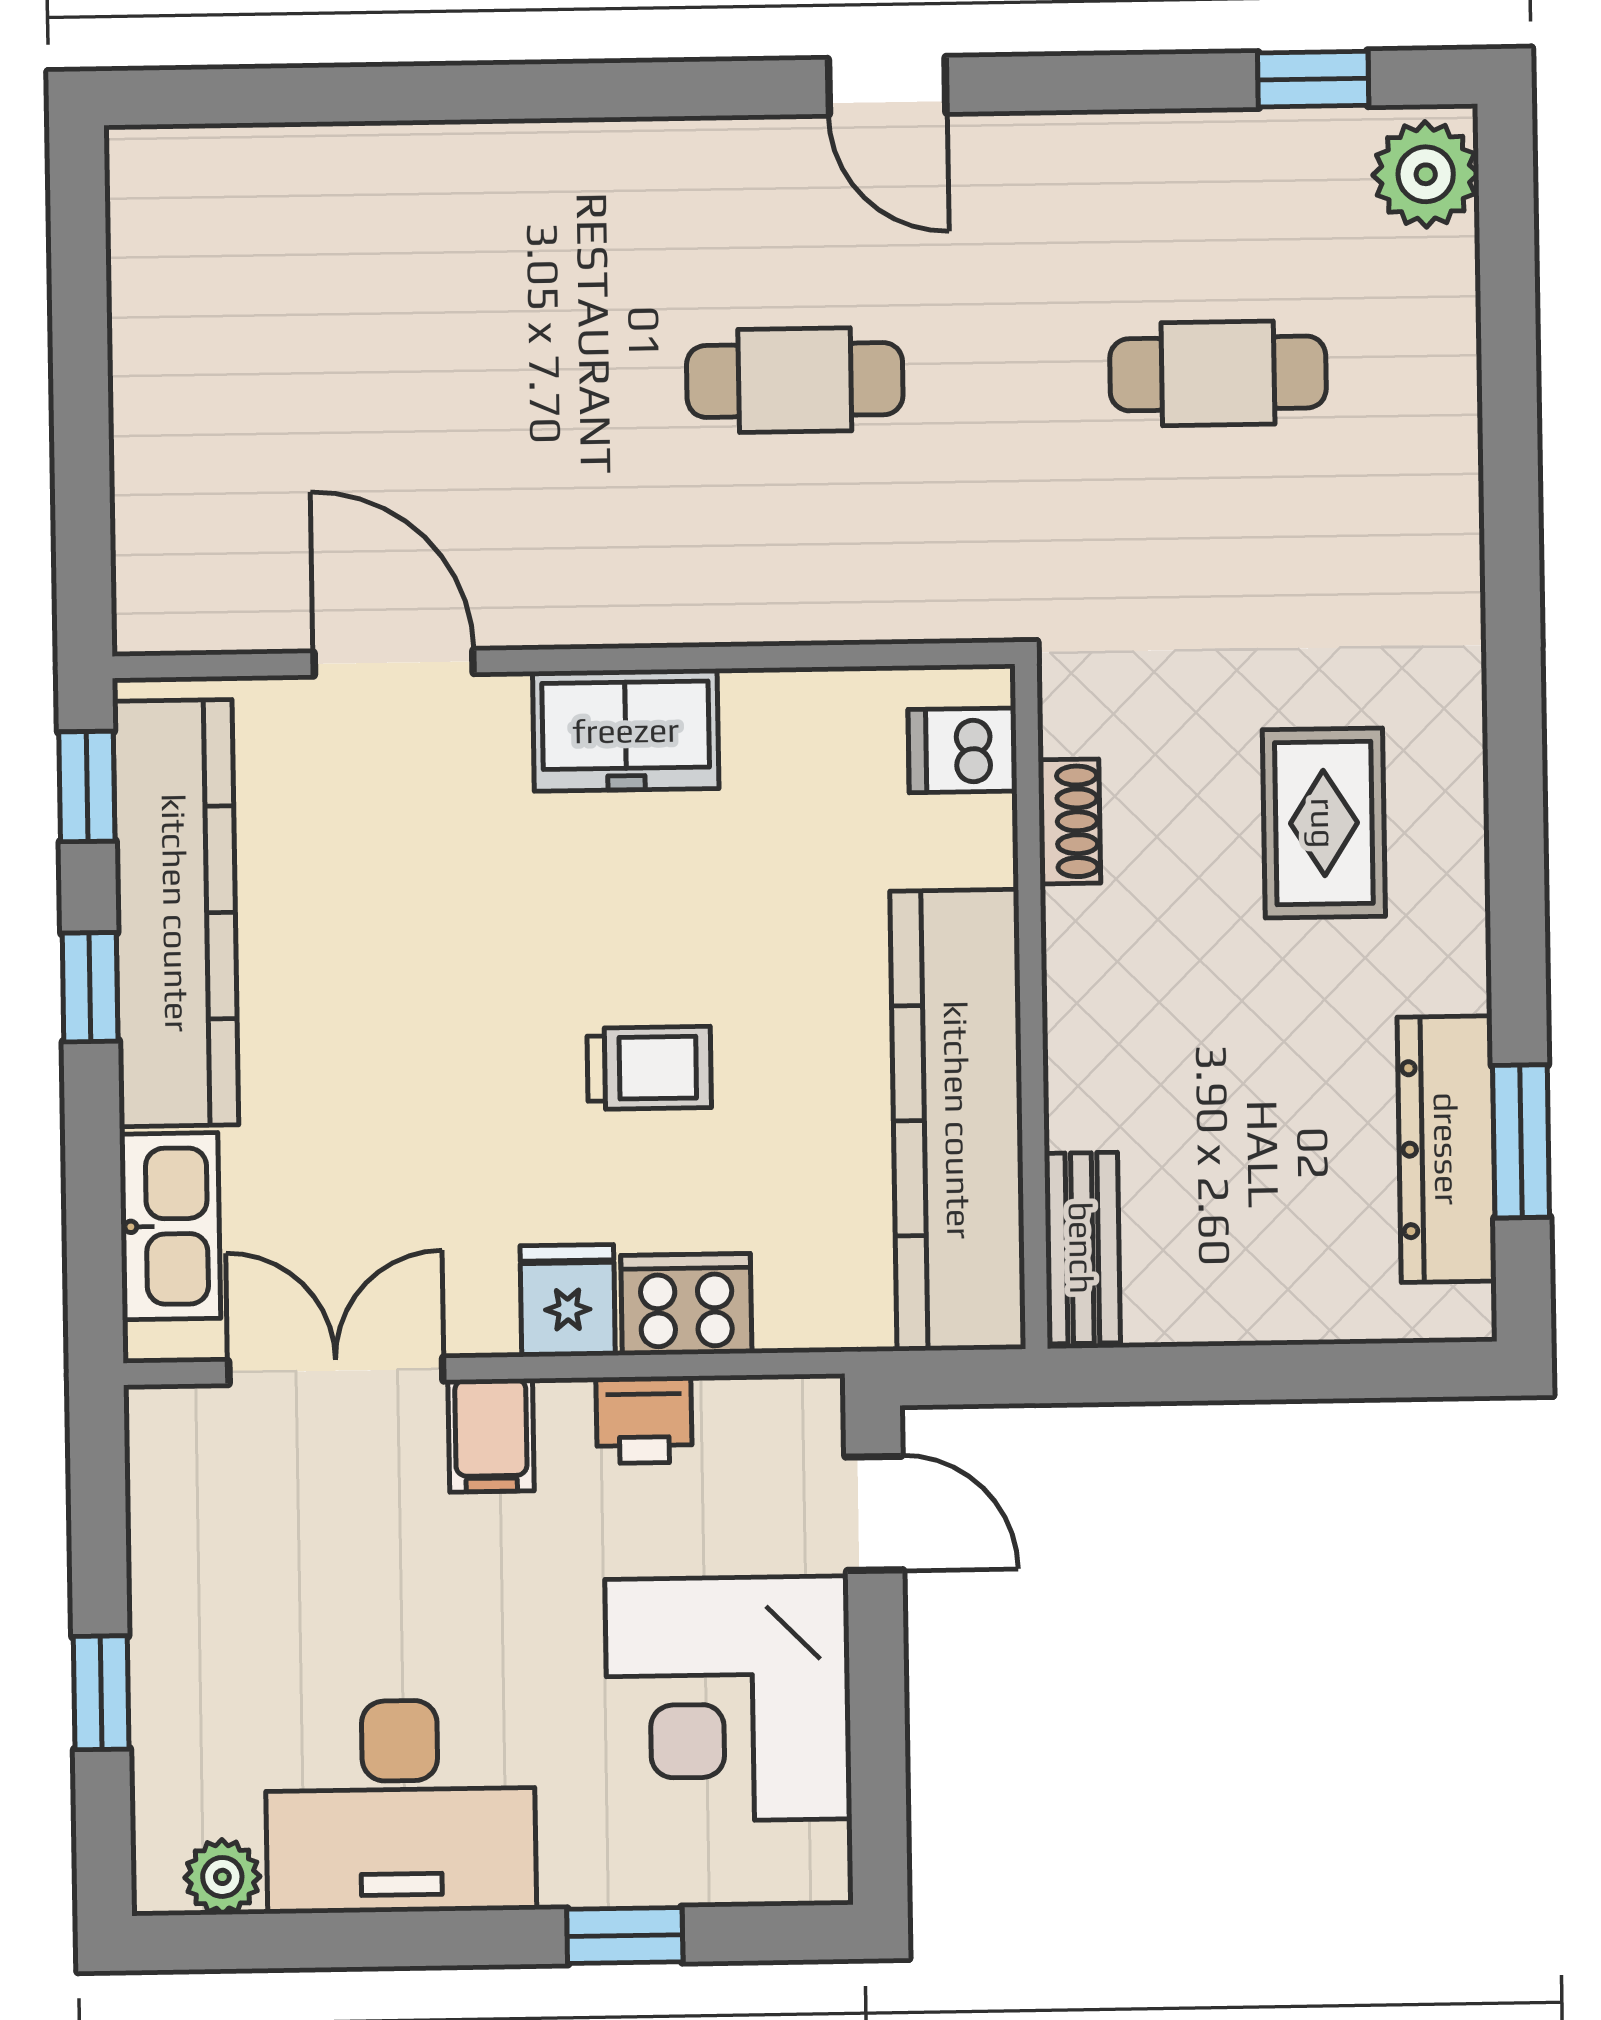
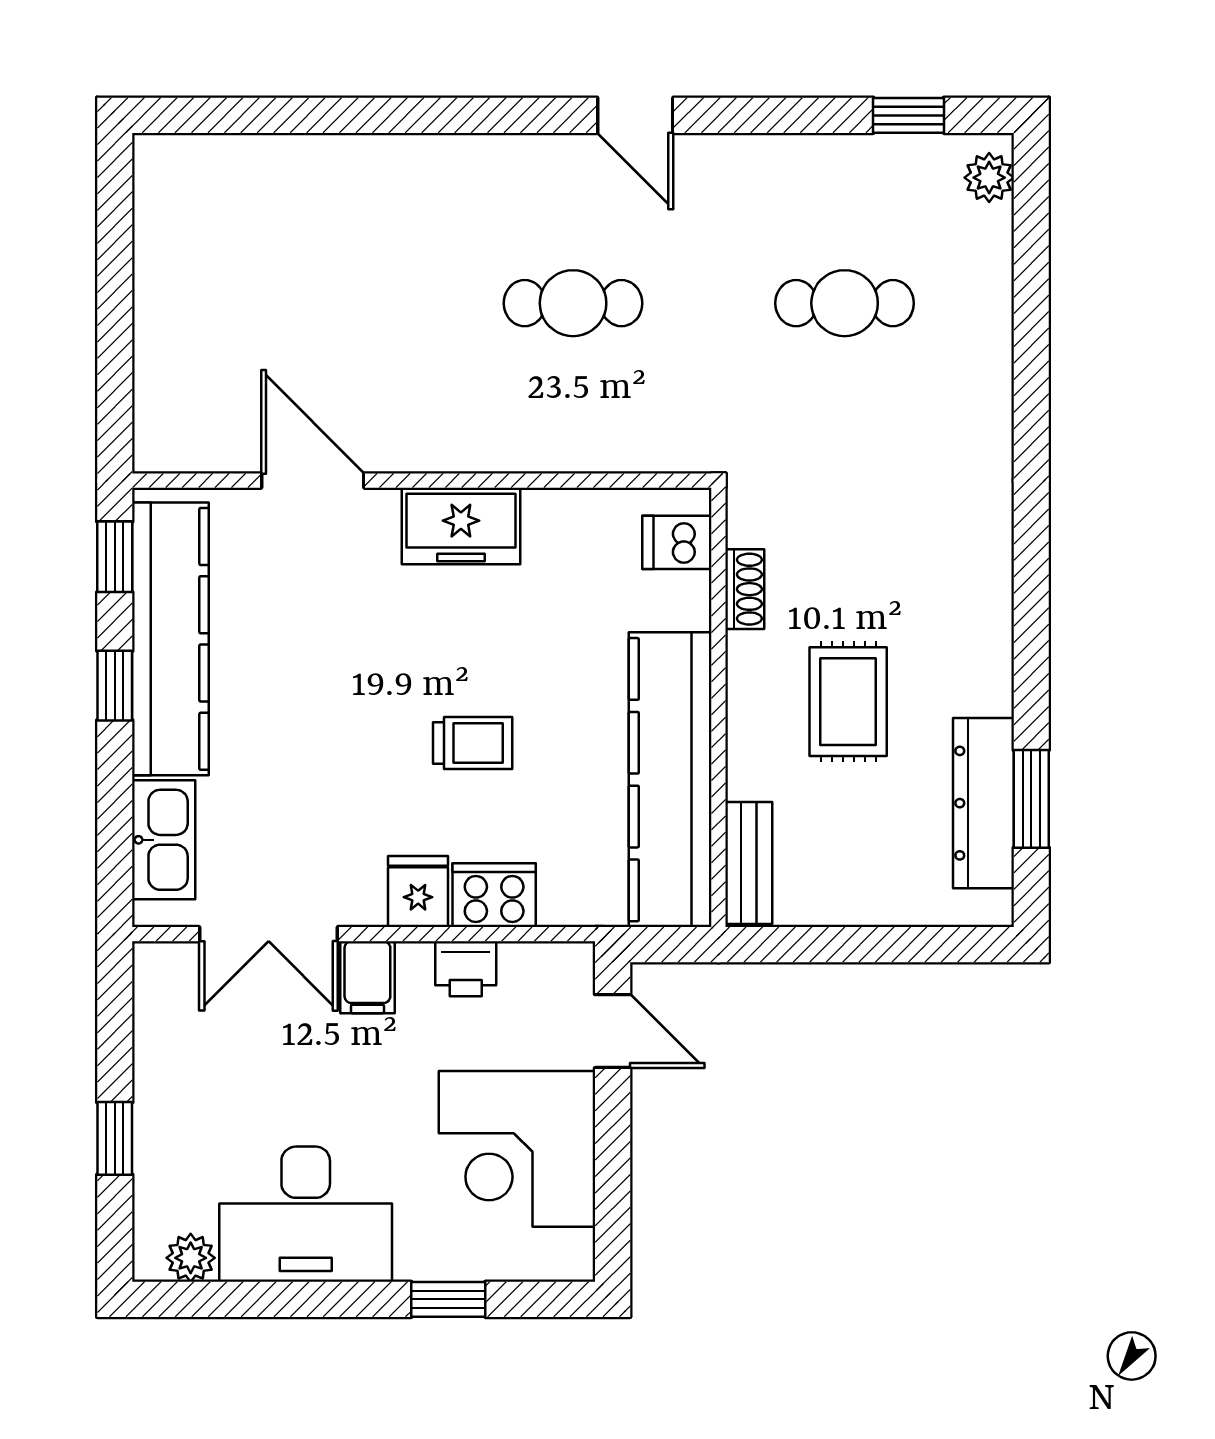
plant: (1426, 174) -> (989, 178), width x0.73, depth x0.73
rug: (1324, 823) -> (848, 702), moved
double door: (336, 1371) -> (269, 934), swing flipped

